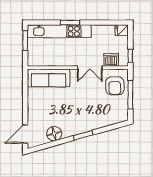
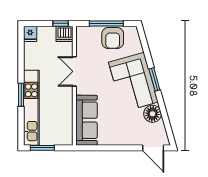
dishwasher: (111, 60) -> (65, 34), moved, turned -90
double door: (90, 68) -> (74, 71), swing flipped
armchair: (115, 86) -> (113, 38), moved, turned 90
corner sofa: (81, 117) -> (133, 82), added

